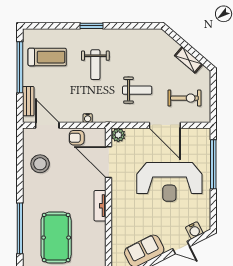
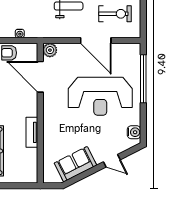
tv unit: (100, 206) -> (32, 132), moved
water cooler: (194, 230) -> (134, 132), moved, turned -63

